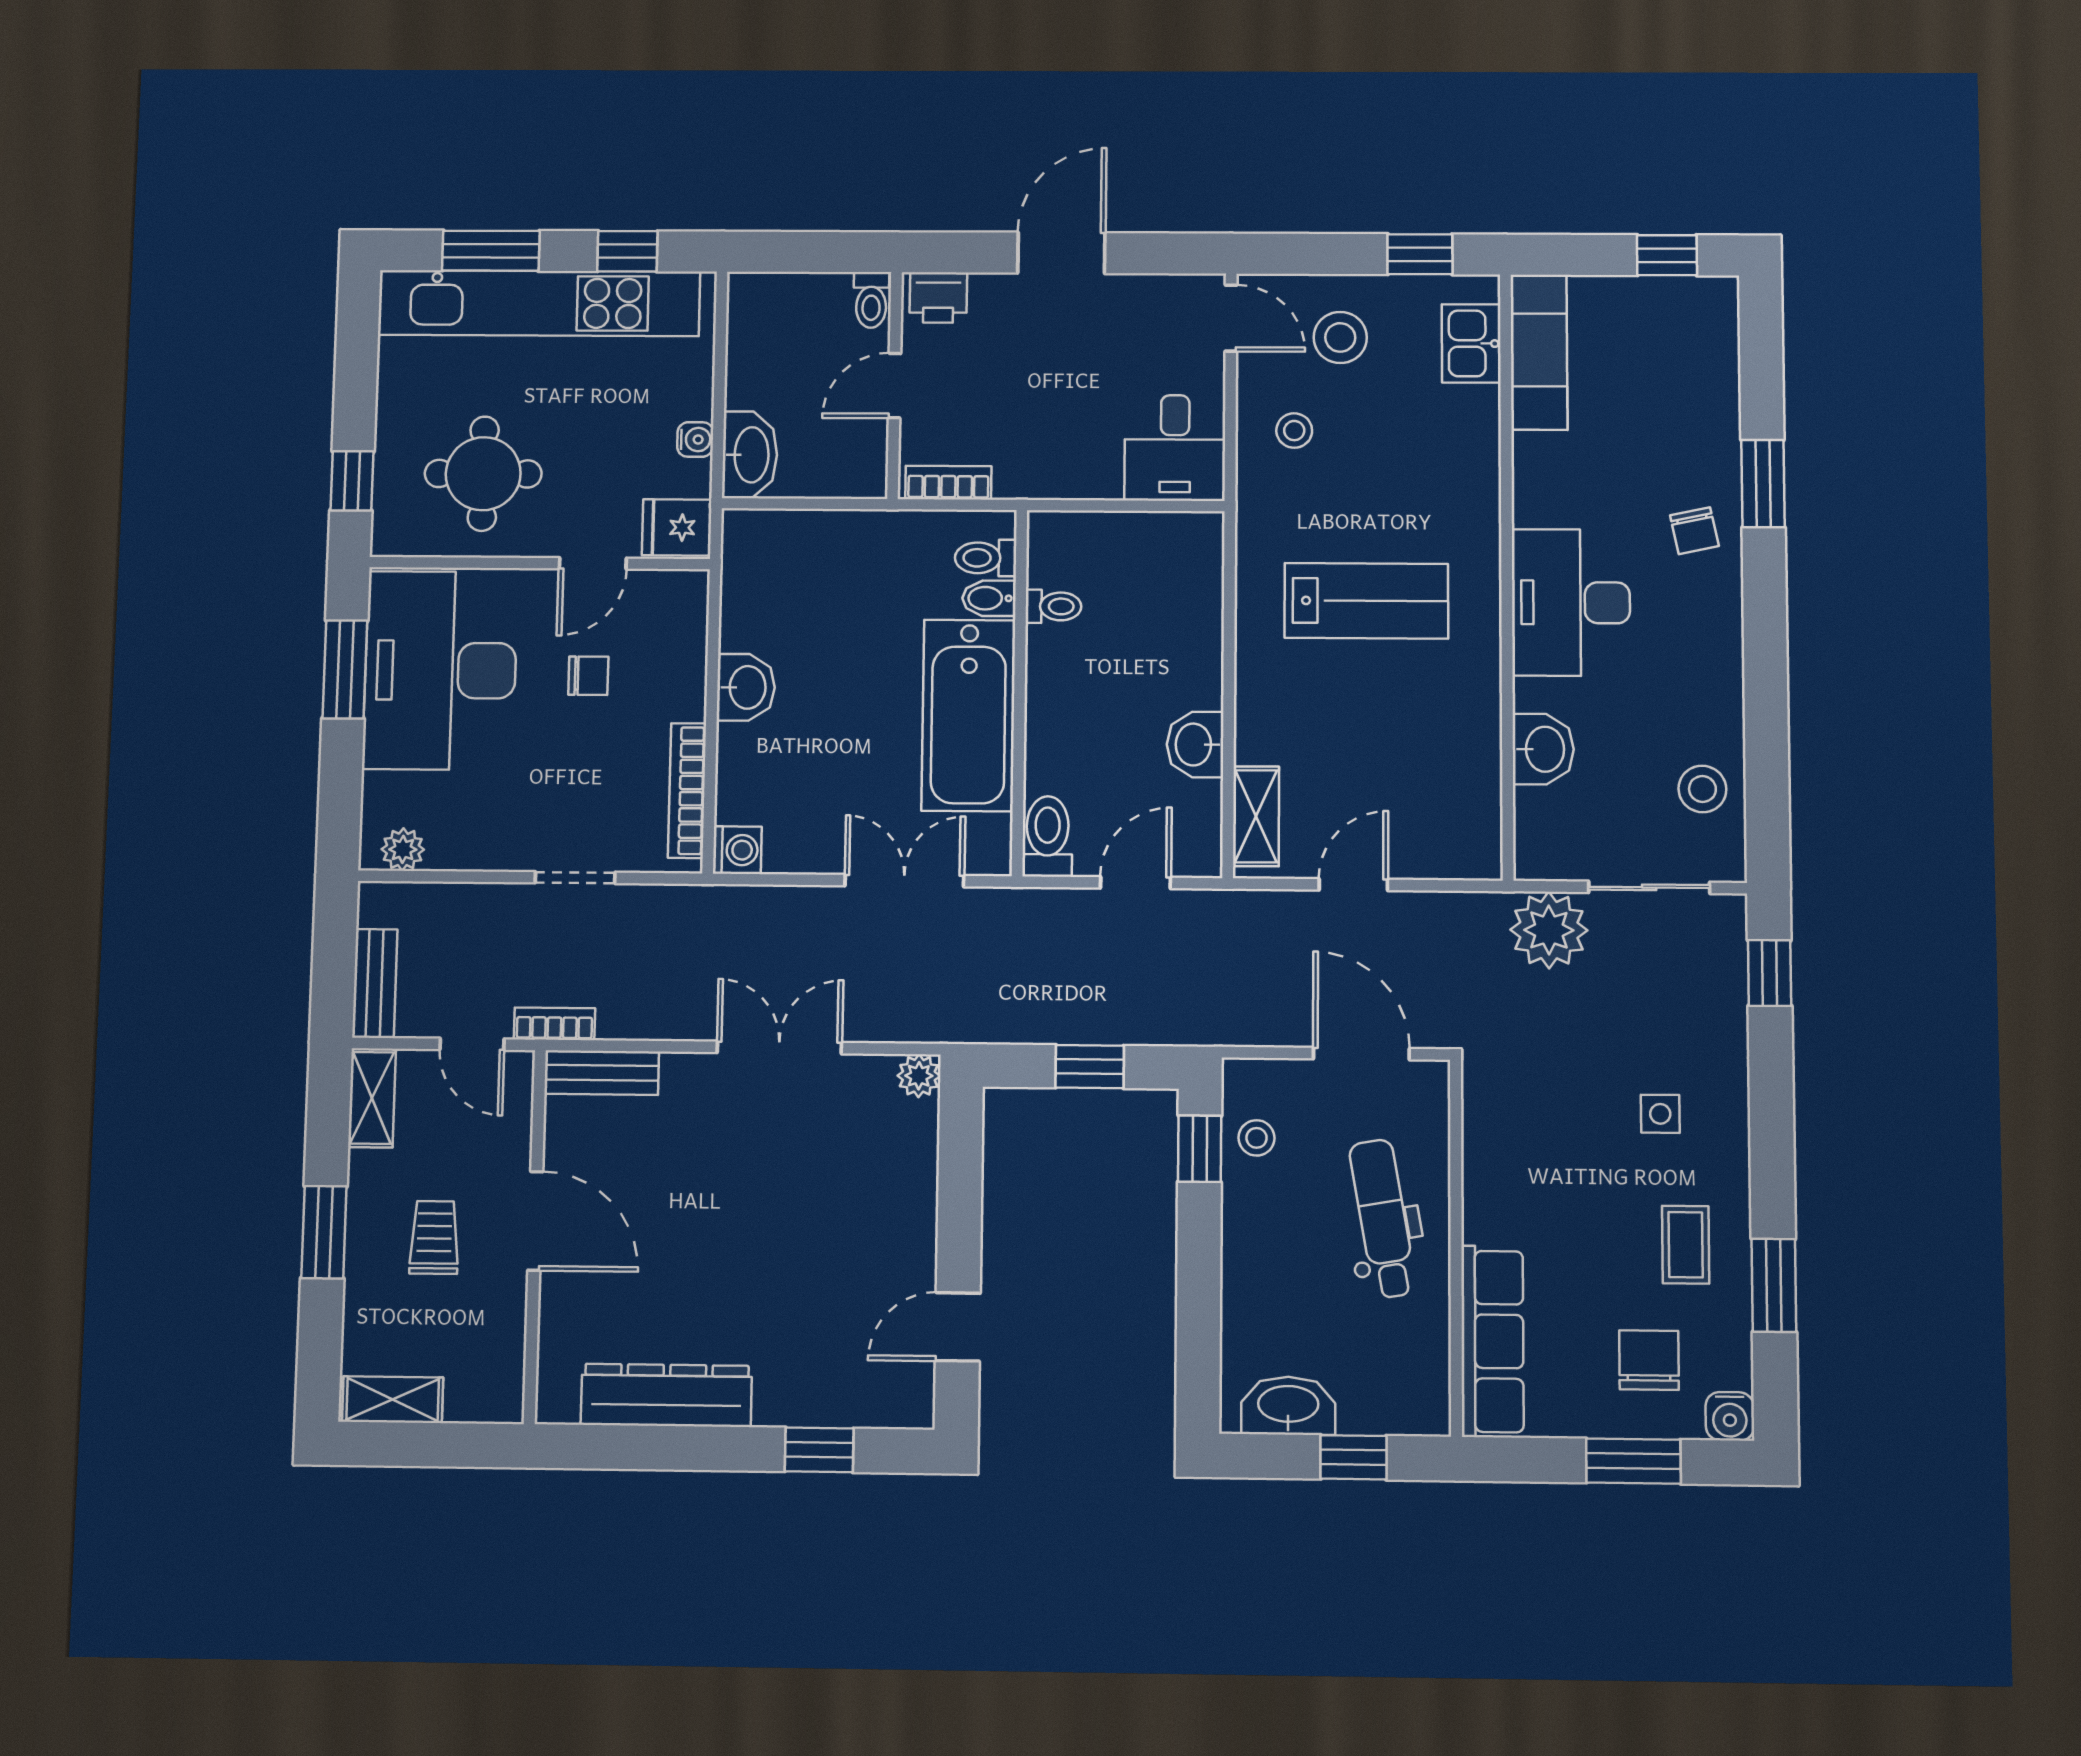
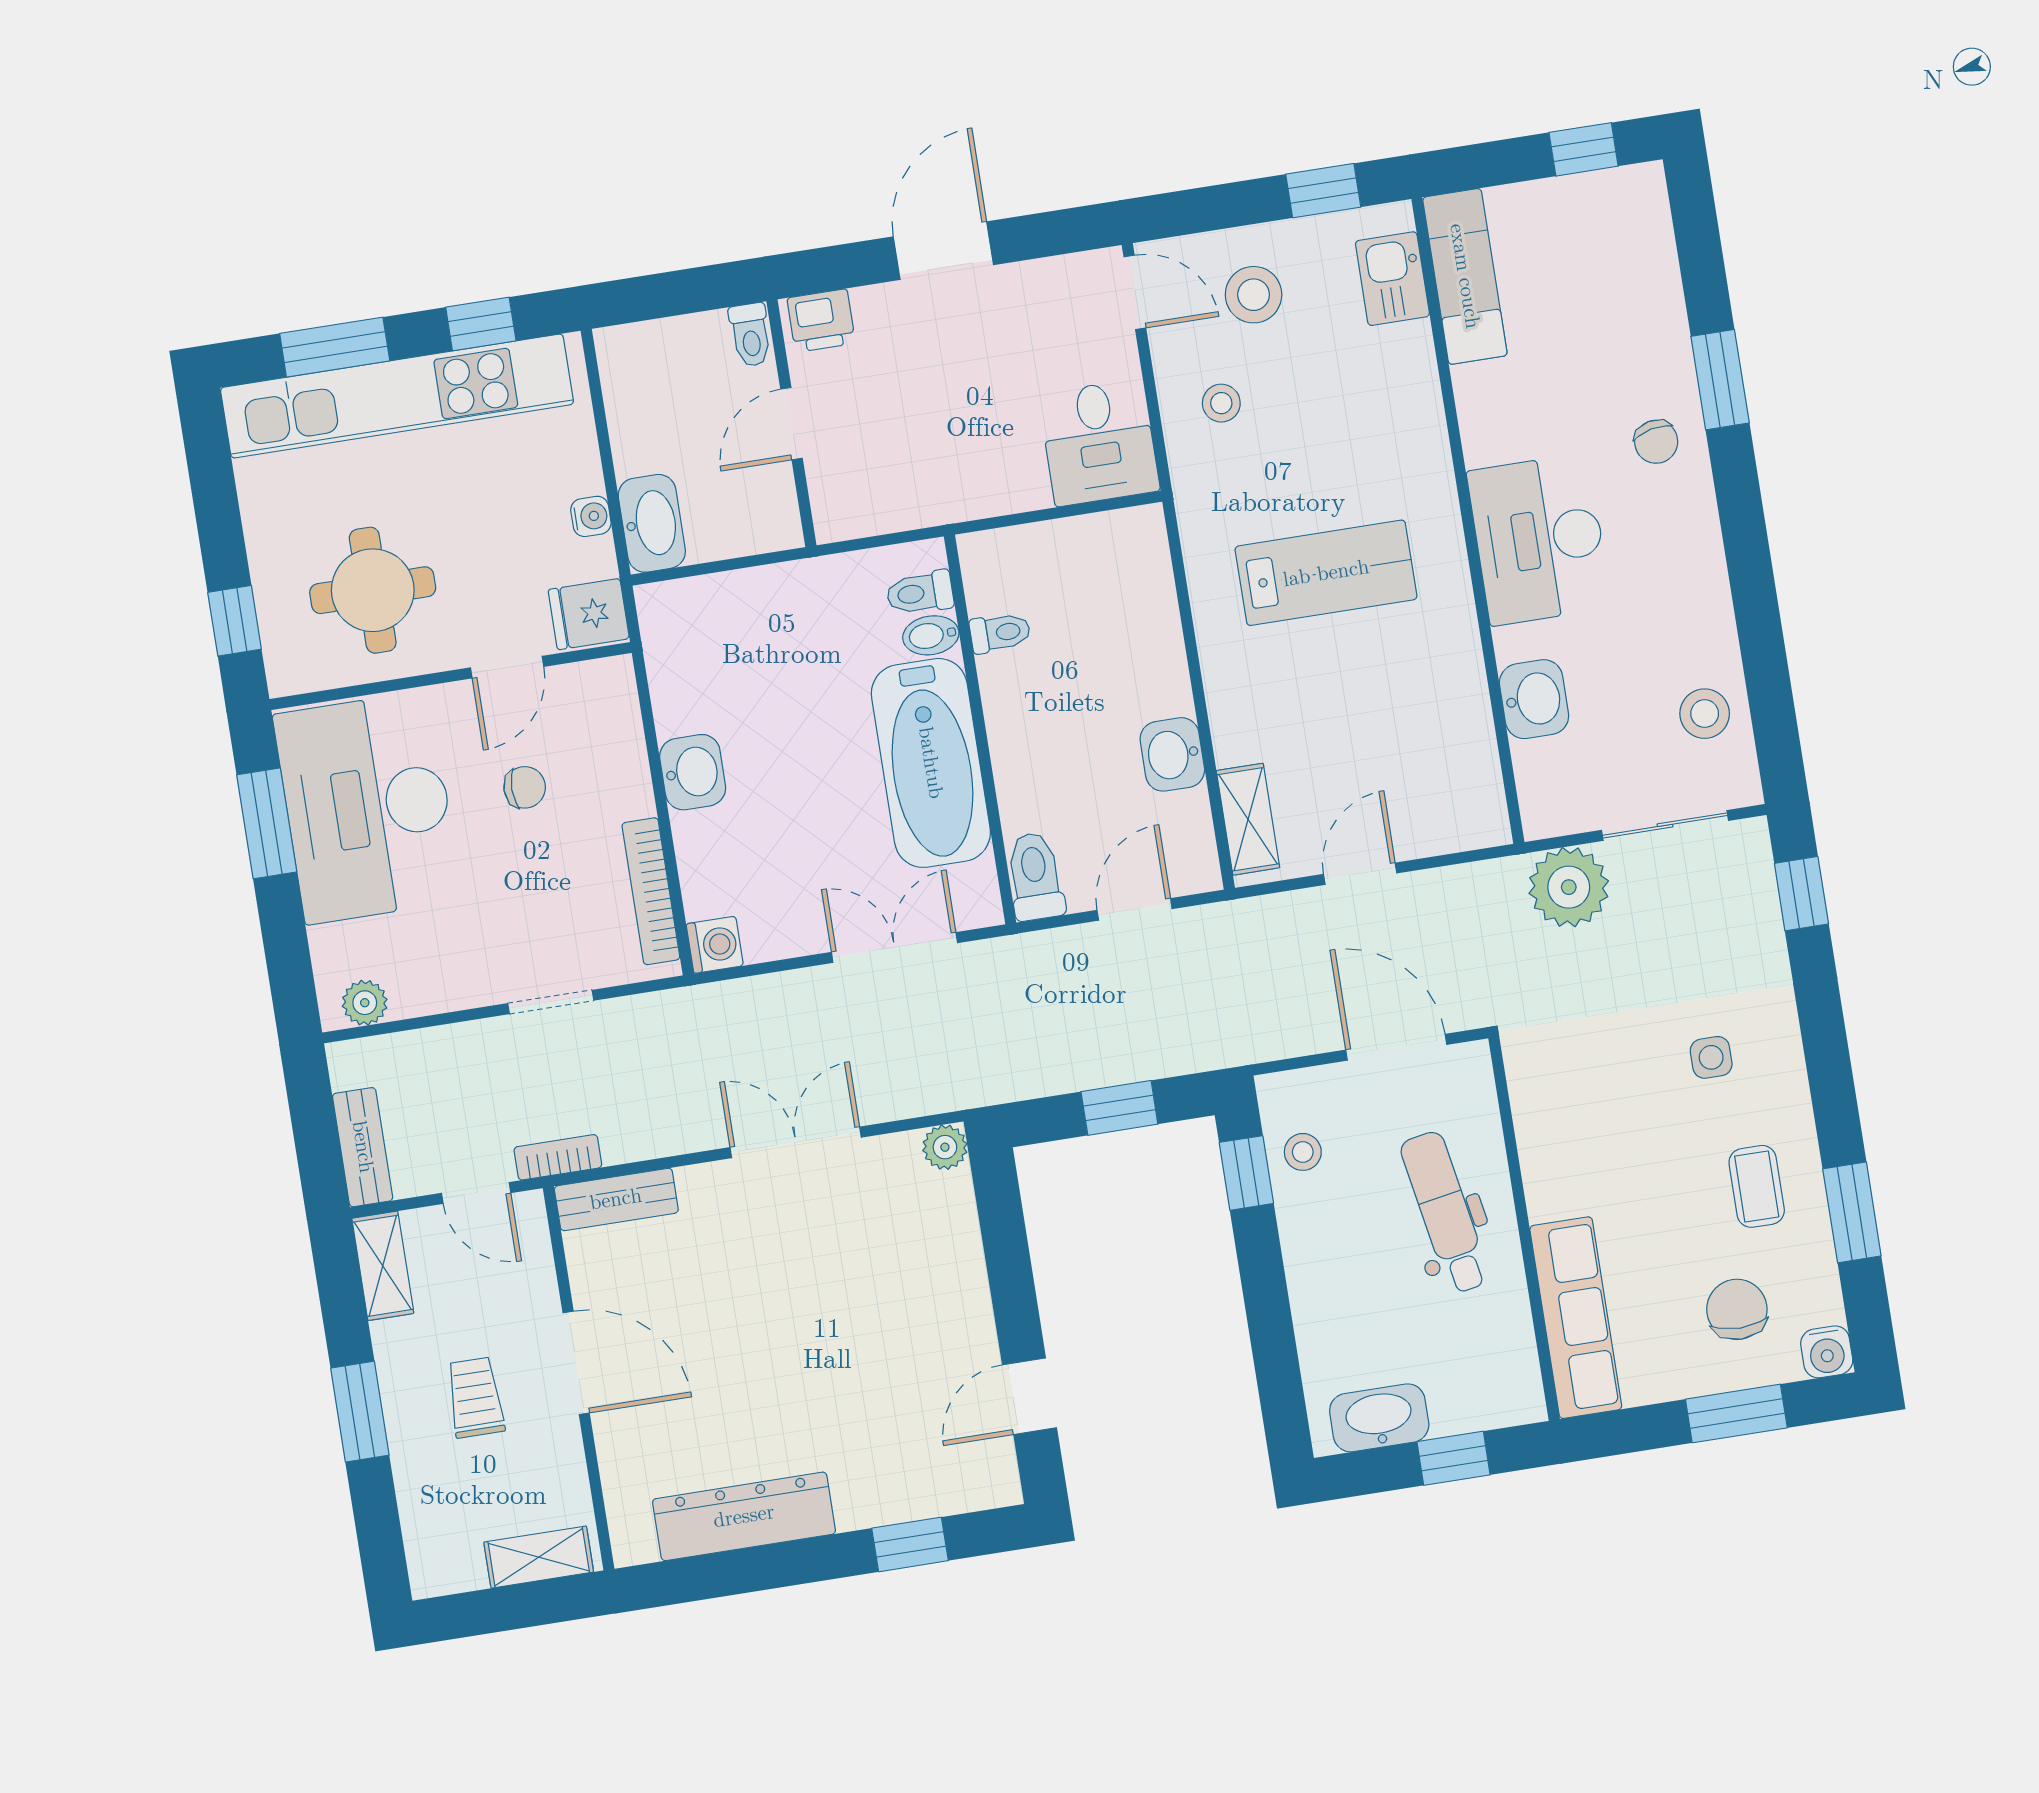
bookcase: (948, 483) -> (867, 519), removed
shelving: (393, 1400) -> (539, 1557), moved

